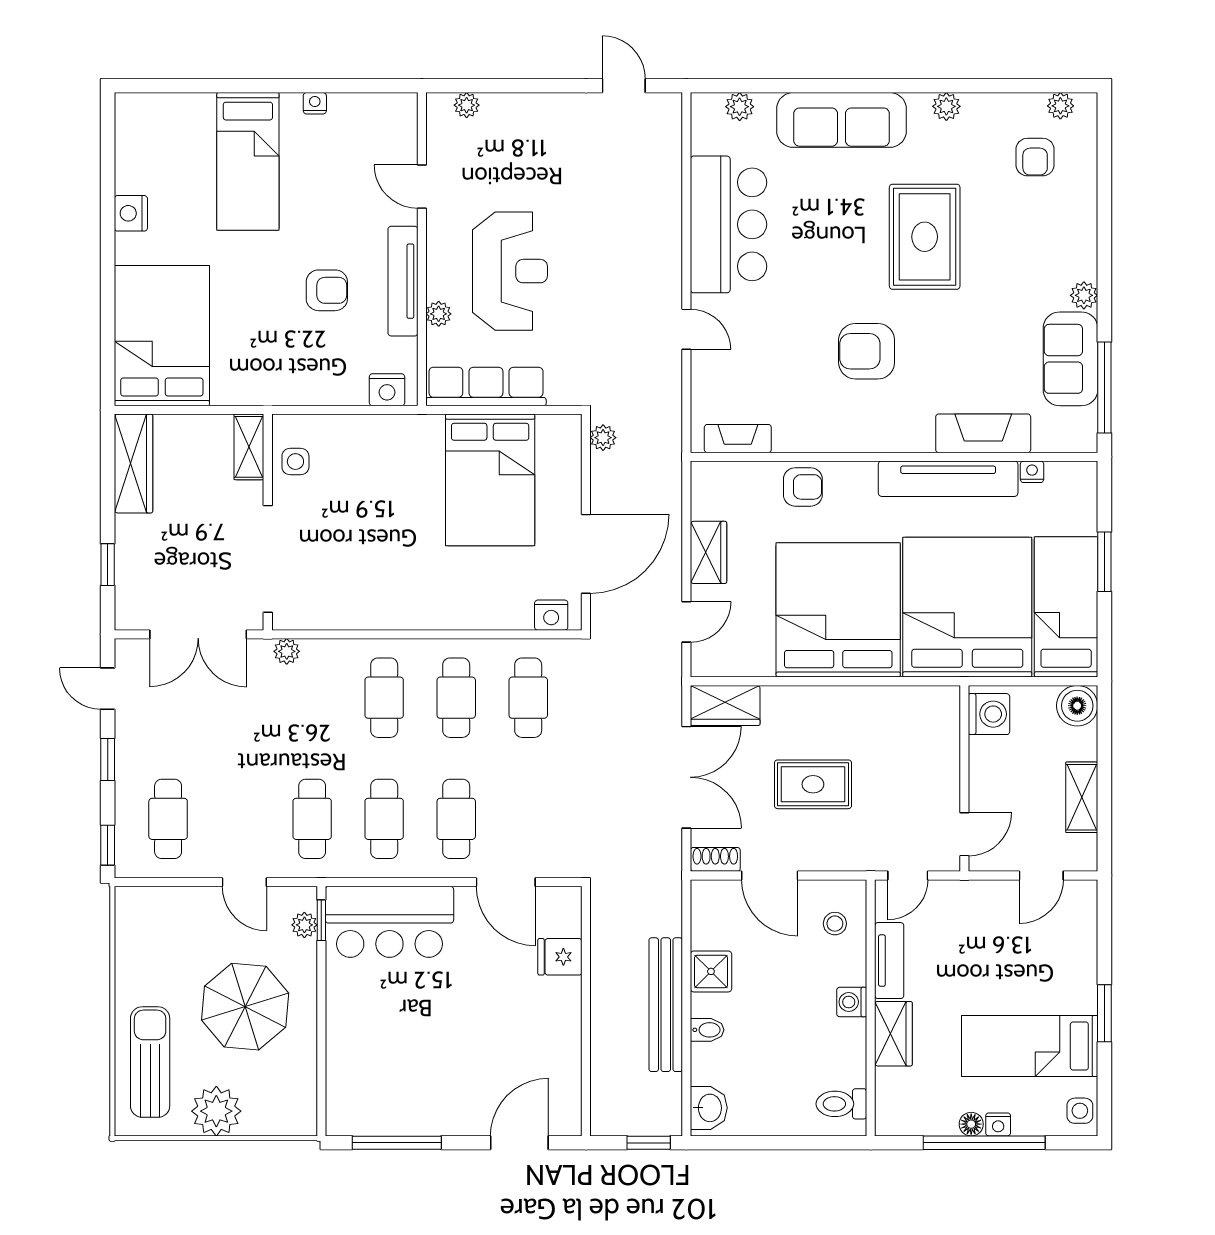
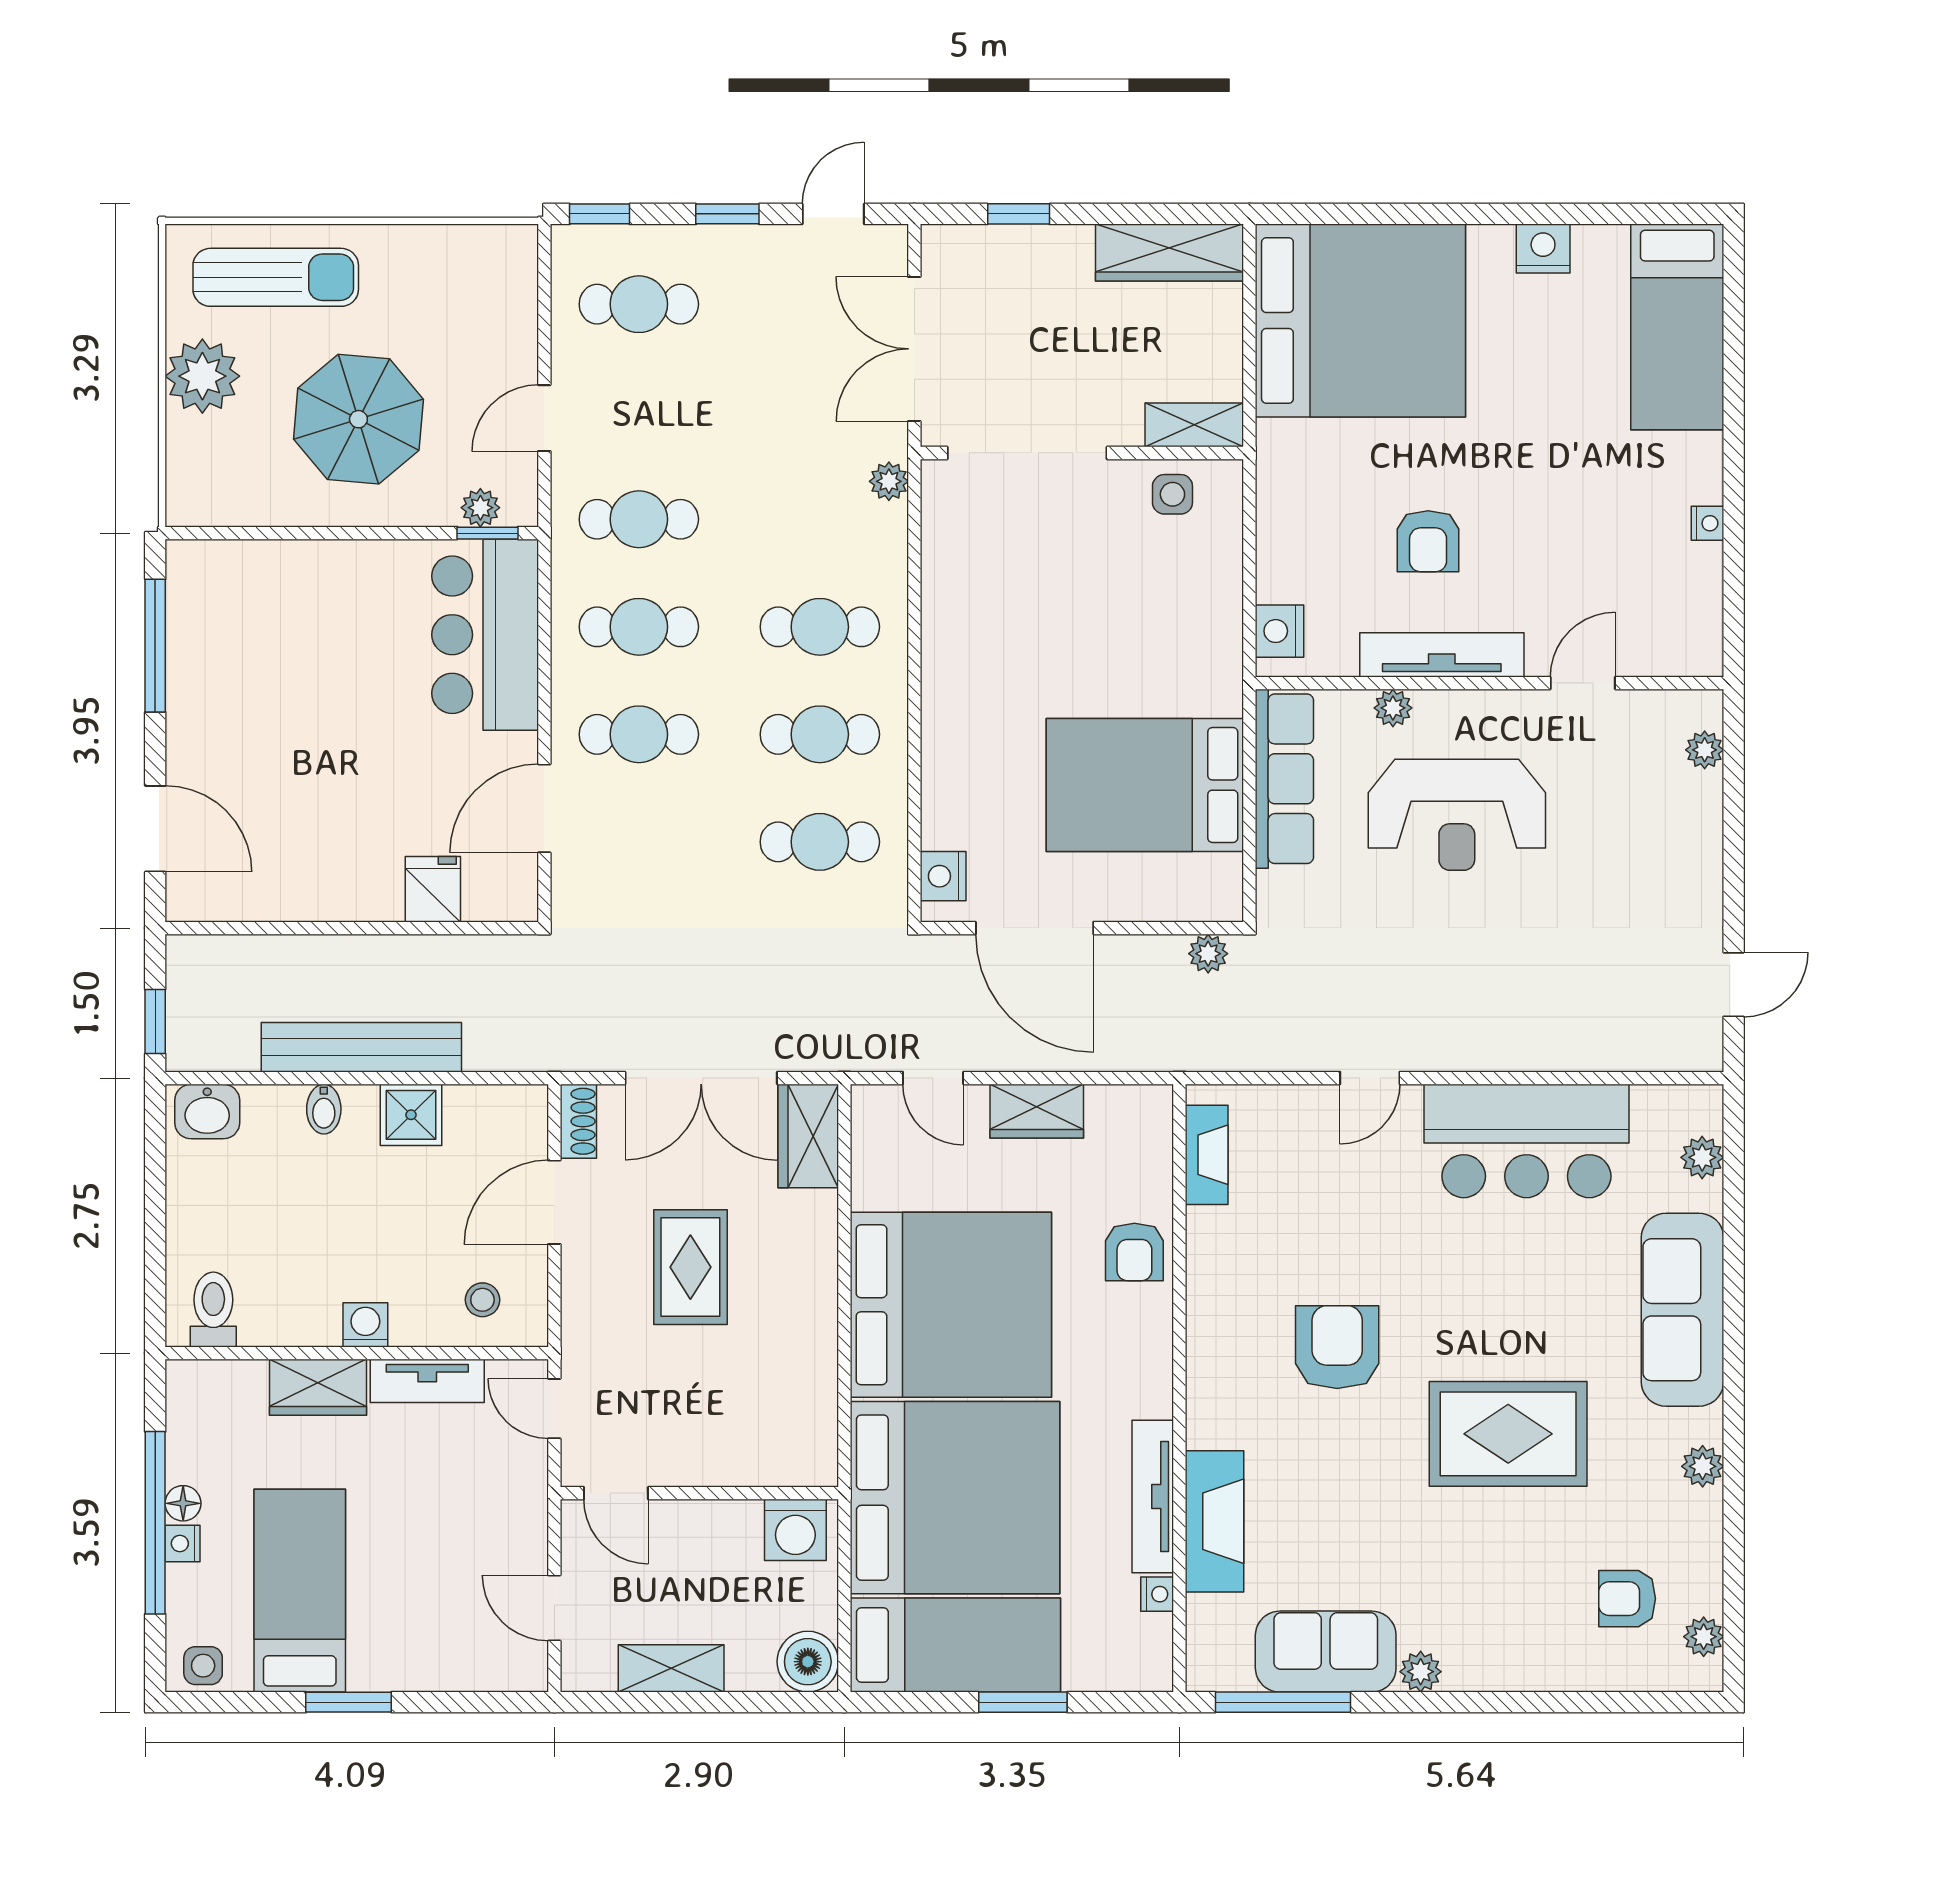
bed: (248, 161) -> (1677, 327), moved, turned -90
bed: (162, 336) -> (1360, 321), width x1.36
tv unit: (948, 479) -> (1153, 1497), width x0.73, depth x0.78

